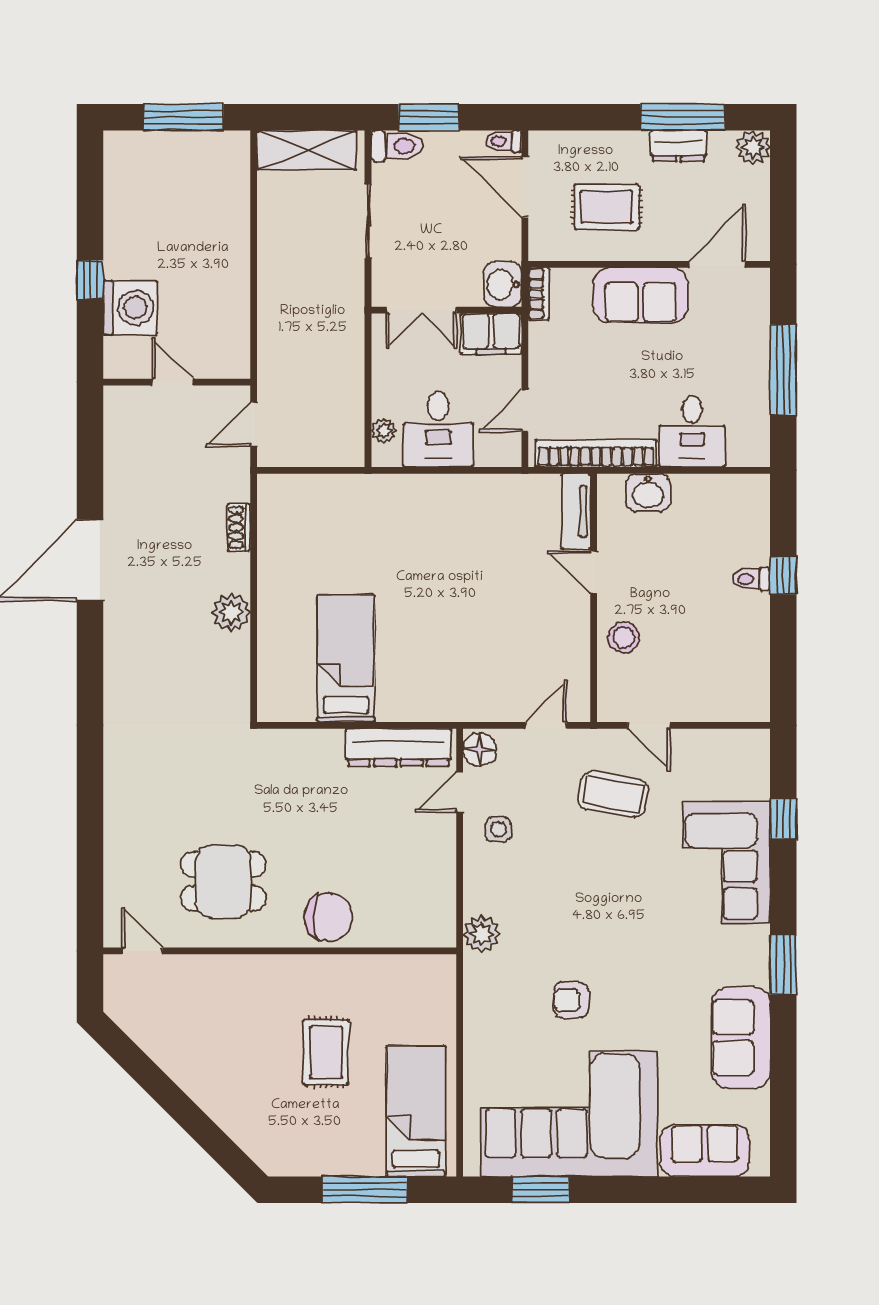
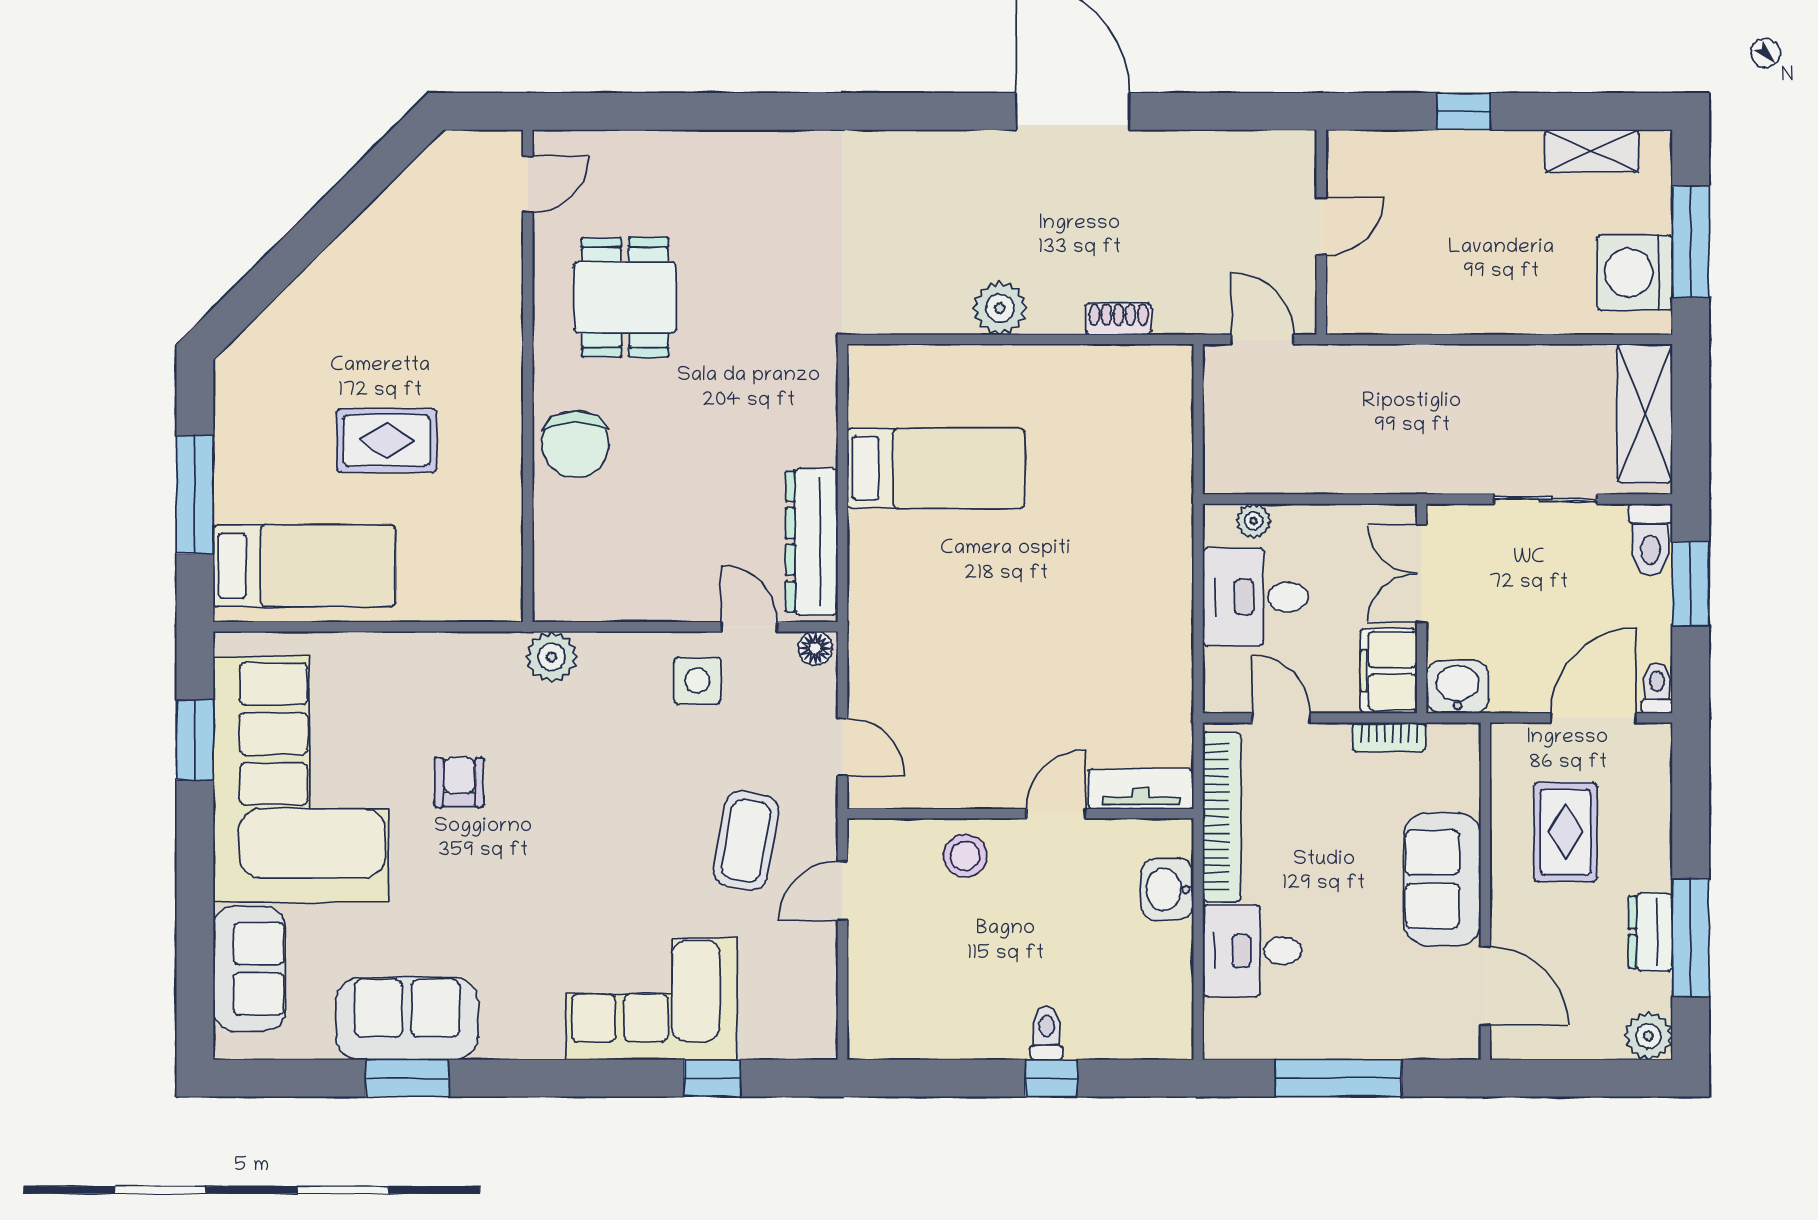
shelving: (118, 188) -> (1592, 151), added
bookcase: (539, 294) -> (1389, 737), moved
washing machine: (130, 308) -> (1635, 273), moved, turned 90
floor lamp: (480, 749) -> (815, 648), width x0.73, depth x0.73
side table: (498, 829) -> (698, 681), width x1.37, depth x1.37
window: (783, 965) -> (407, 1078), moved

